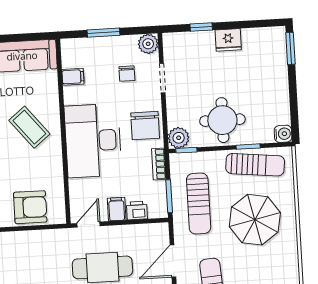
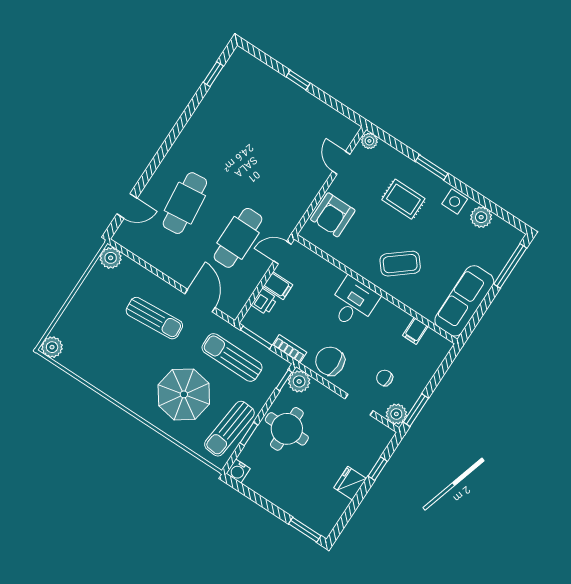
window: (103, 33) -> (416, 410), moved
desk: (93, 141) -> (353, 303), width x0.53, depth x0.77
door: (88, 225) -> (282, 253), swing flipped

